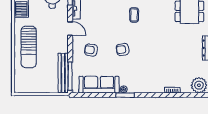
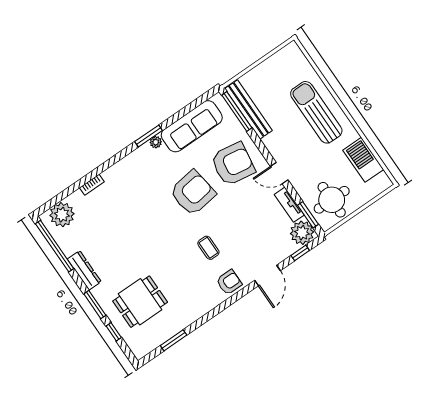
armchair: (123, 49) -> (193, 193), width x1.88, depth x1.88
armchair: (91, 50) -> (233, 164), width x1.88, depth x1.88

